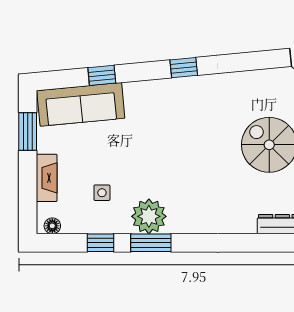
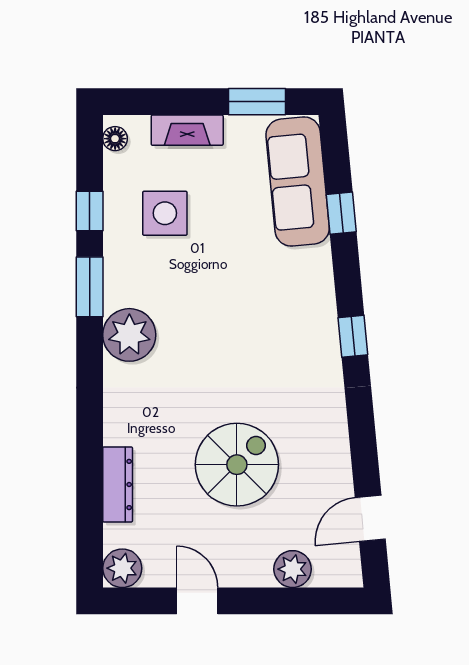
side table: (102, 193) -> (165, 213), width x1.87, depth x1.87
plant: (149, 216) -> (129, 335), moved

